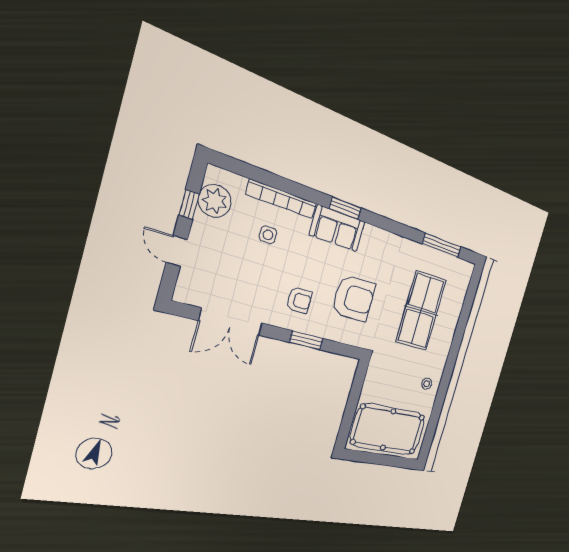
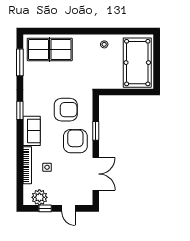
window: (345, 208) -> (20, 110), moved
door: (177, 251) -> (68, 208), hinge flipped
armchair: (354, 298) -> (66, 110), turned 90
armchair: (299, 300) -> (75, 141), width x1.88, depth x1.88
table tennis table: (421, 311) -> (50, 50), moved

